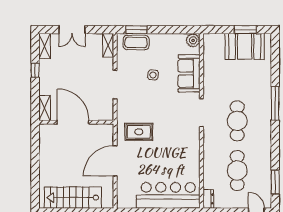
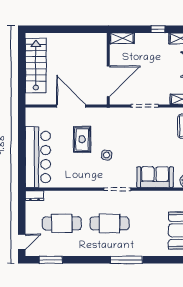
side table: (153, 75) -> (107, 155), moved
door: (73, 122) -> (108, 81), moved
rug: (139, 132) -> (82, 139), moved

